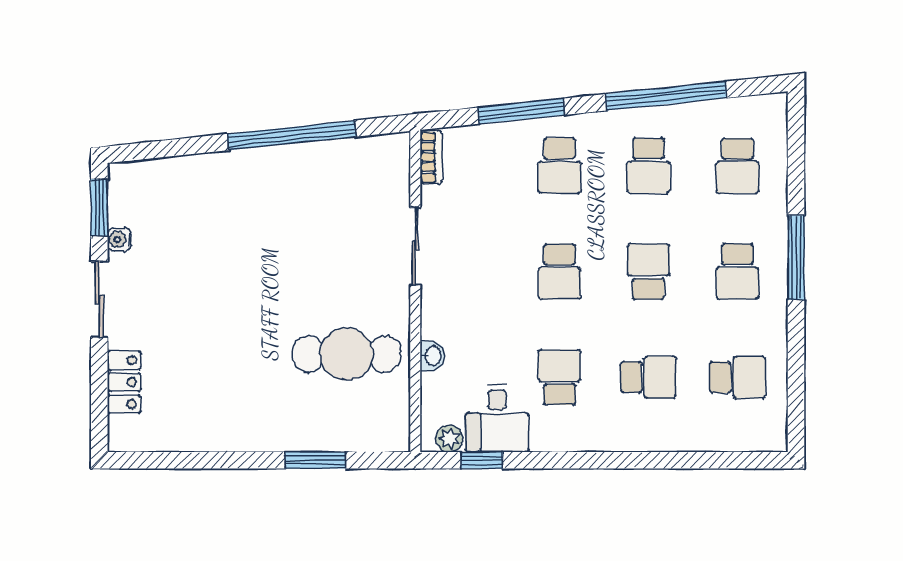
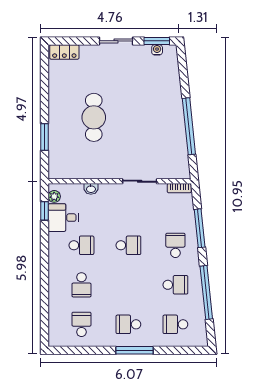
school desk: (559, 166) -> (175, 245), turned 90
school desk: (649, 166) -> (175, 285), turned 180
water cooler: (119, 239) -> (157, 50), moved
school desk: (559, 271) -> (128, 245), turned 180
school desk: (649, 271) -> (128, 285), removed
cafe table: (347, 354) -> (94, 117), moved
school desk: (738, 377) -> (81, 324), turned 180
locker: (124, 382) -> (64, 52), moved

